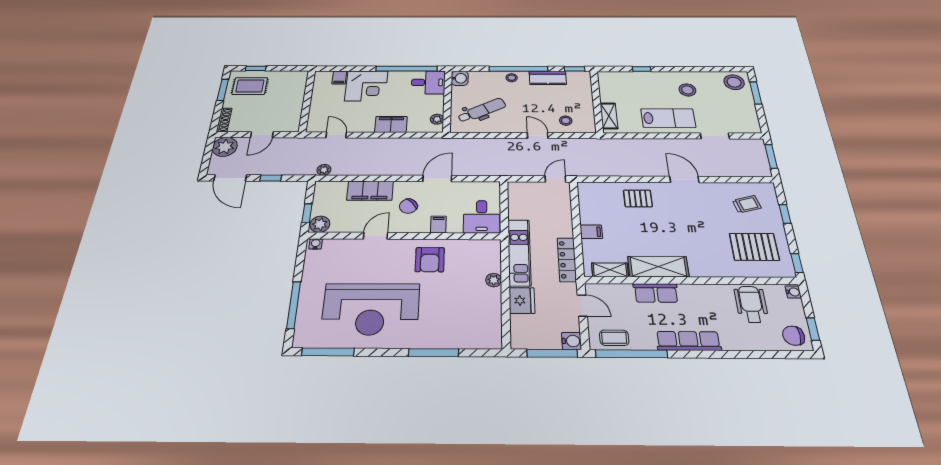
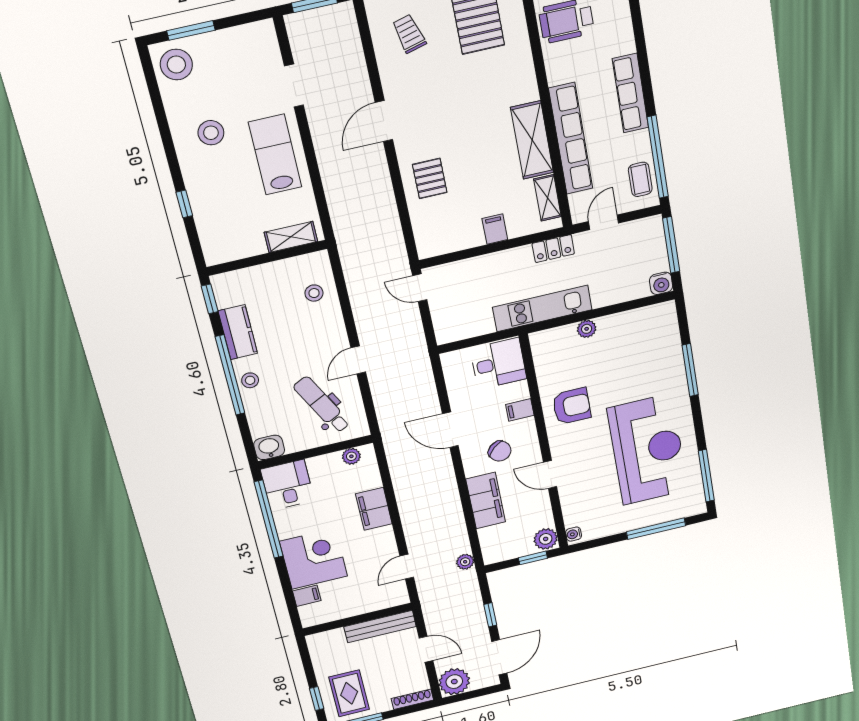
bench: (295, 112) -> (380, 627), added
door: (538, 135) -> (358, 360), moved
locker: (567, 260) -> (553, 249), width x0.66
row of seats: (656, 293) -> (571, 139), width x2.02
fridge: (522, 300) -> (609, 292), removed
water cooler: (572, 341) -> (661, 283), moved, turned 180

